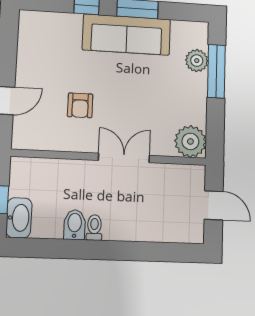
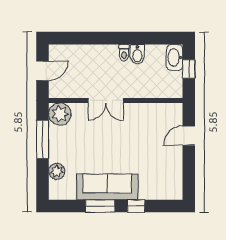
window: (216, 71) -> (43, 139), moved
armchair: (80, 105) -> (137, 135), removed
door: (214, 205) -> (43, 71), swing flipped

